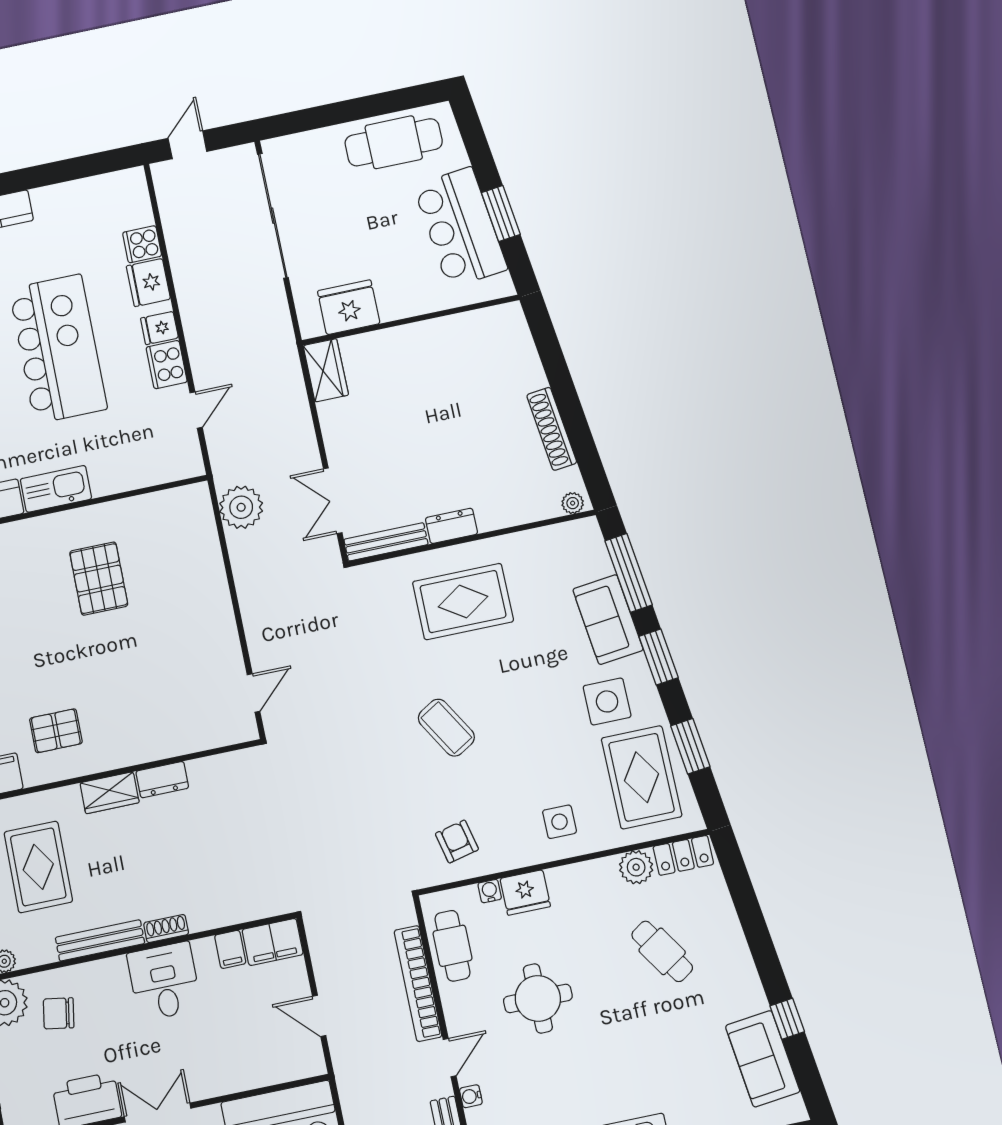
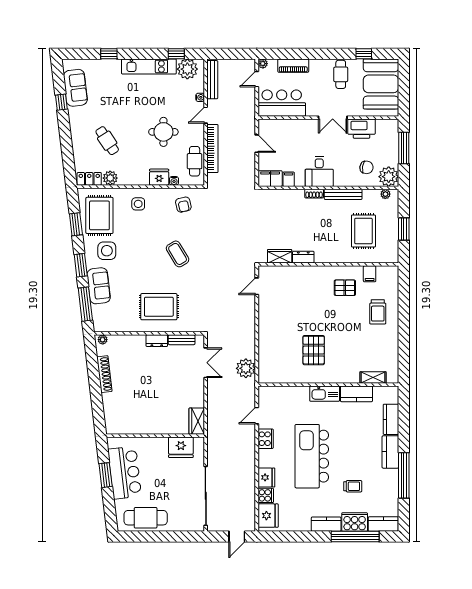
fridge: (159, 328) -> (268, 516), moved, width x1.88, depth x1.34
bench: (386, 542) -> (182, 340), width x0.73
wardrobe: (110, 793) -> (280, 256), moved

